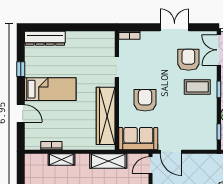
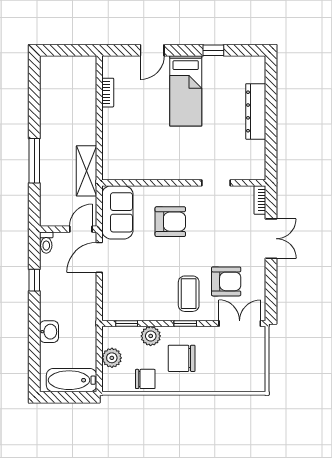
double door: (175, 27) -> (271, 239), moved
dresser: (45, 38) -> (256, 111), moved
wardrobe: (106, 116) -> (149, 167), removed
shelving: (61, 160) -> (88, 106), removed
door: (150, 165) -> (81, 229), hinge flipped

